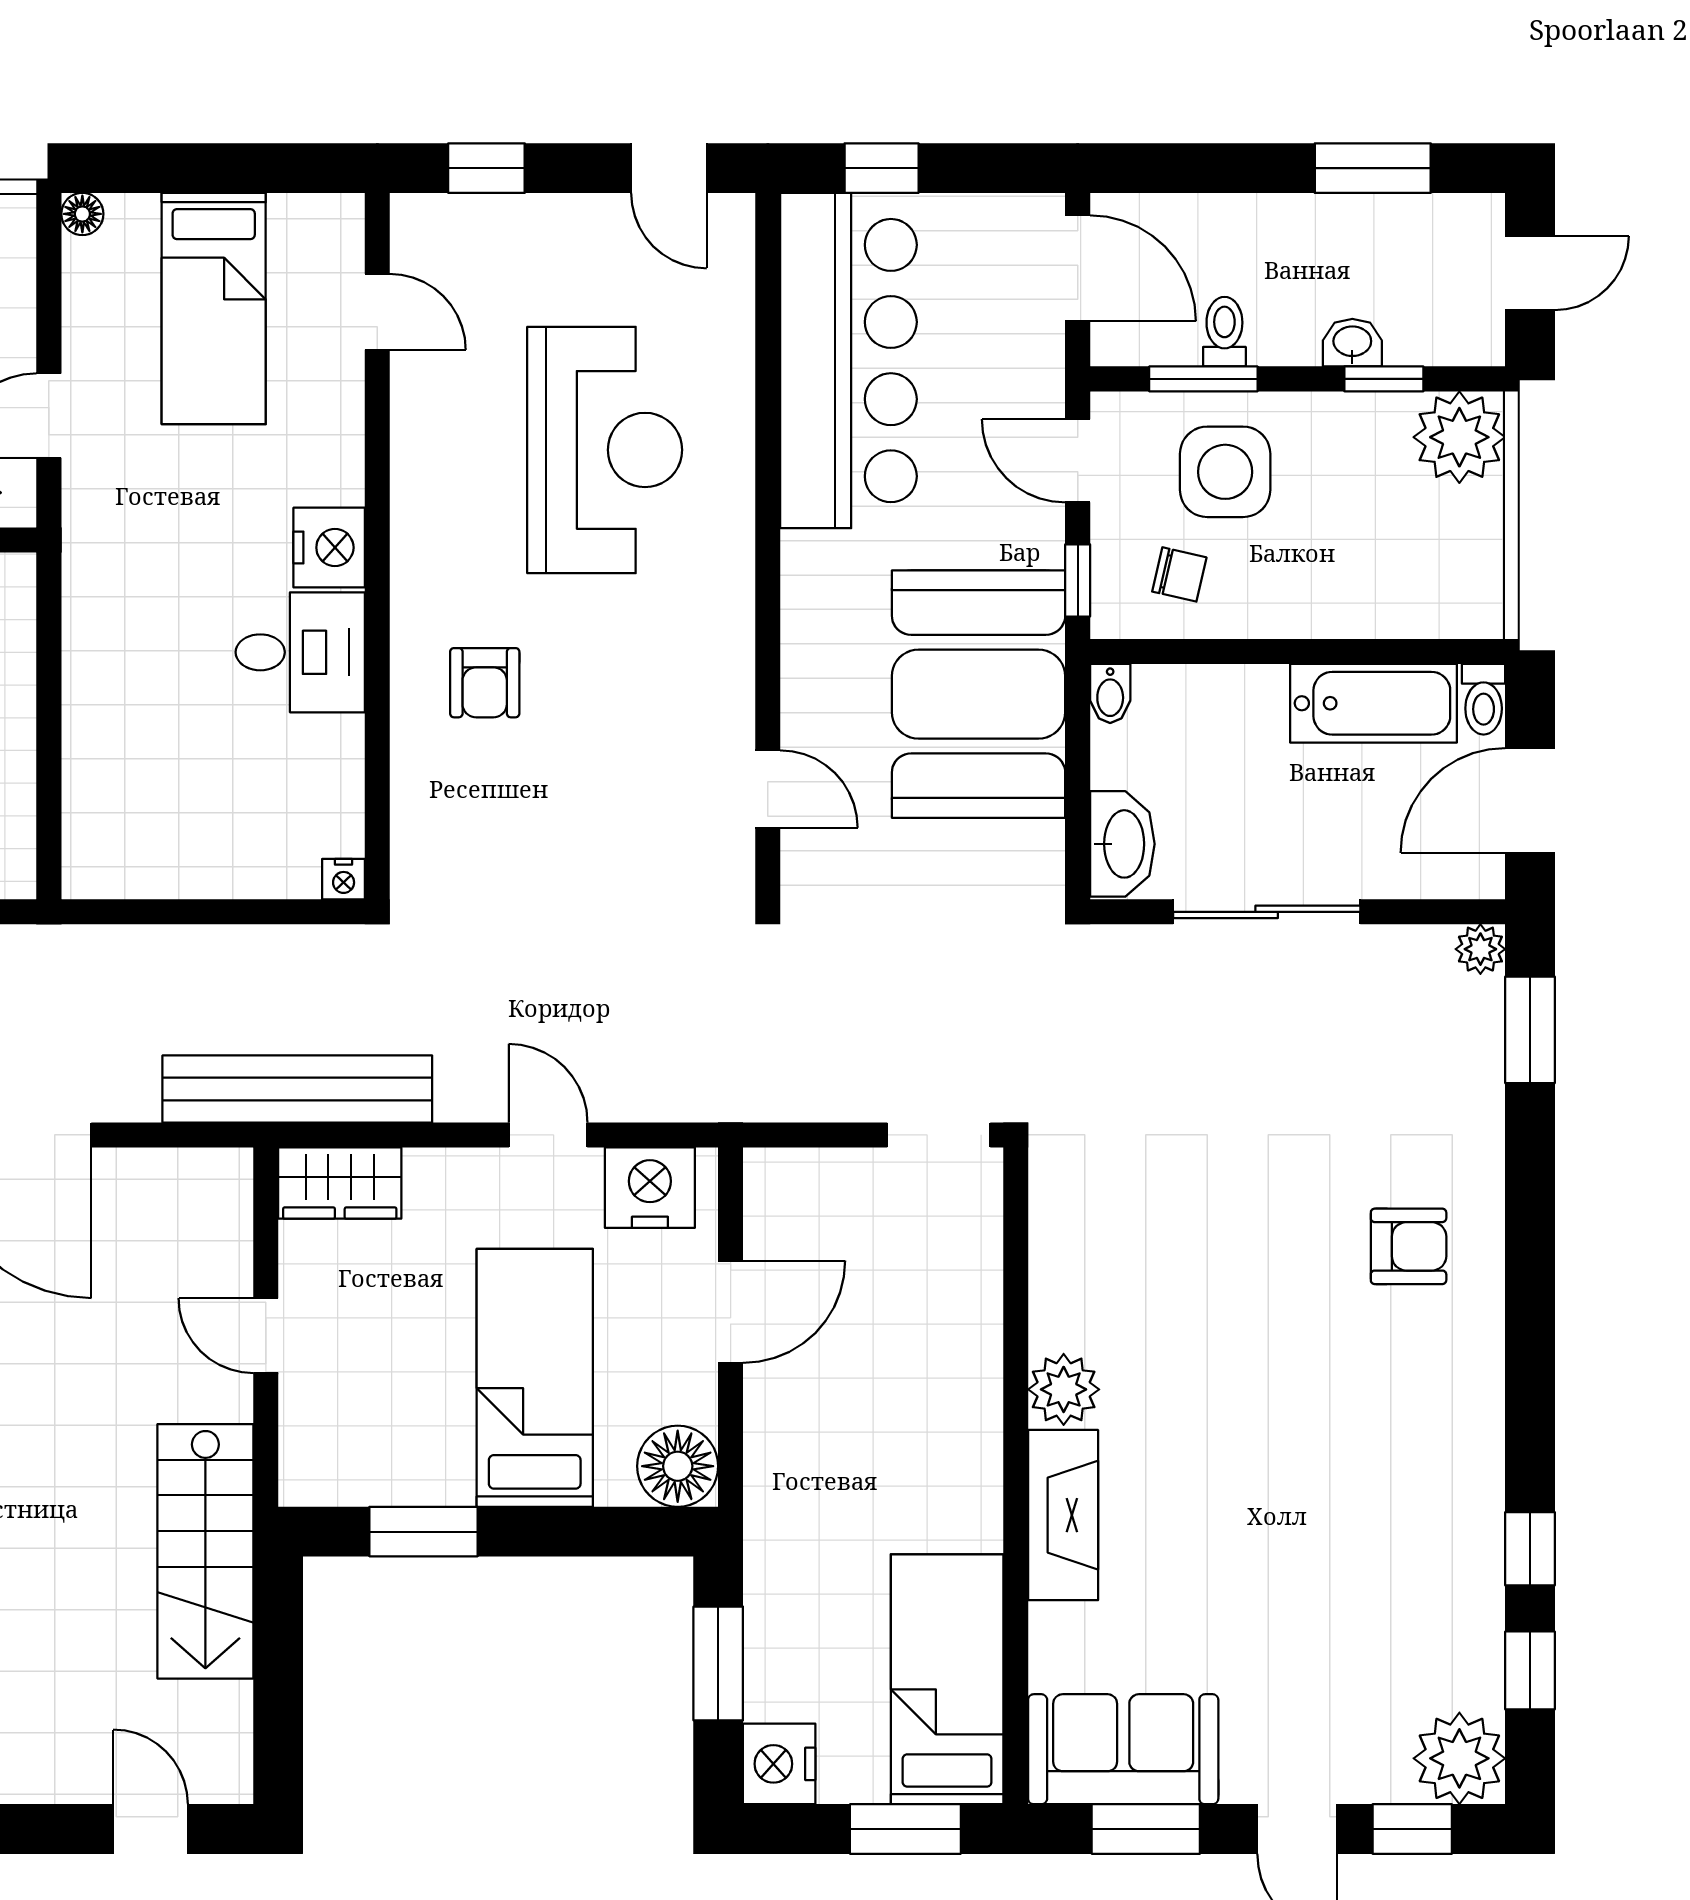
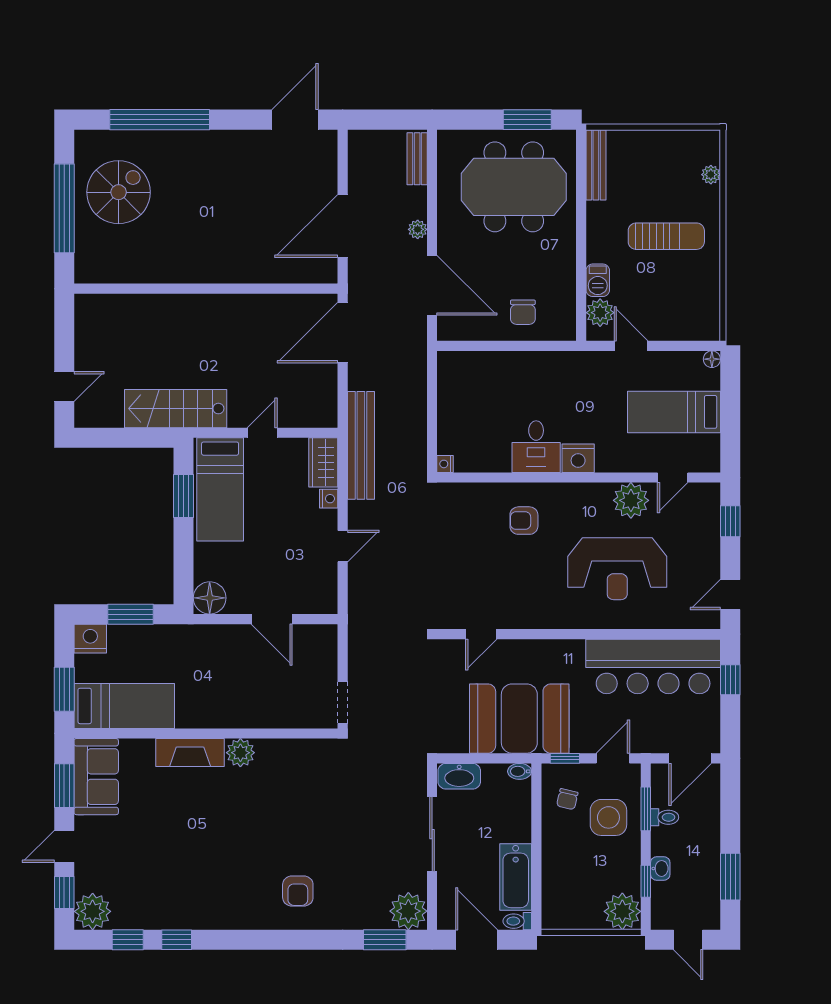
plant: (434, 416) -> (631, 500), added
plant: (1480, 949) -> (408, 911), width x1.88, depth x1.88
nightstand: (650, 1188) -> (329, 499), moved, width x0.53, depth x0.56
bed: (535, 1378) -> (220, 489), moved, turned 90

